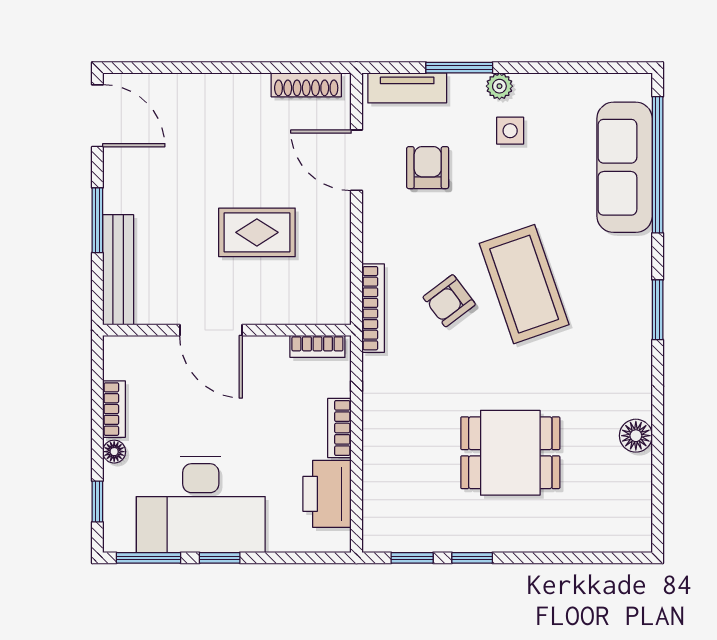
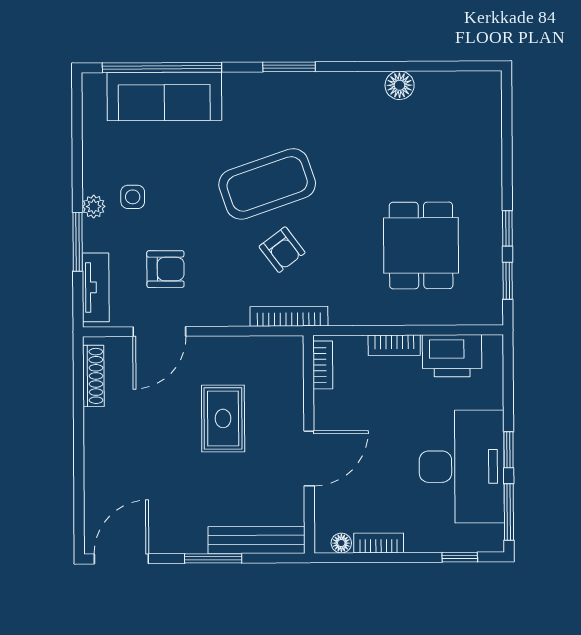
armchair: (428, 168) -> (165, 269), turned 180
floor lamp: (114, 452) -> (341, 543), moved
dining table: (510, 453) -> (421, 245), moved

